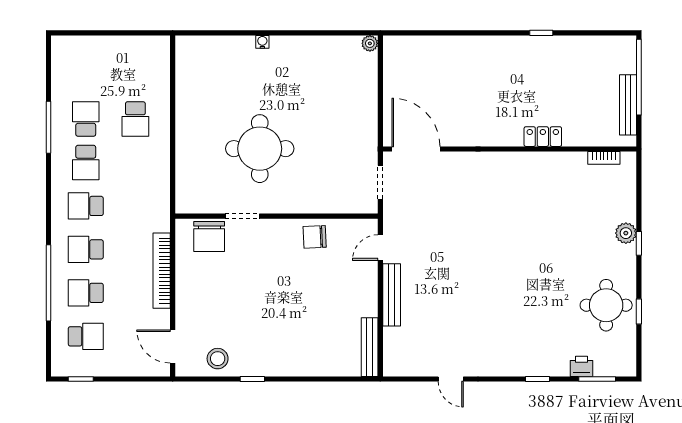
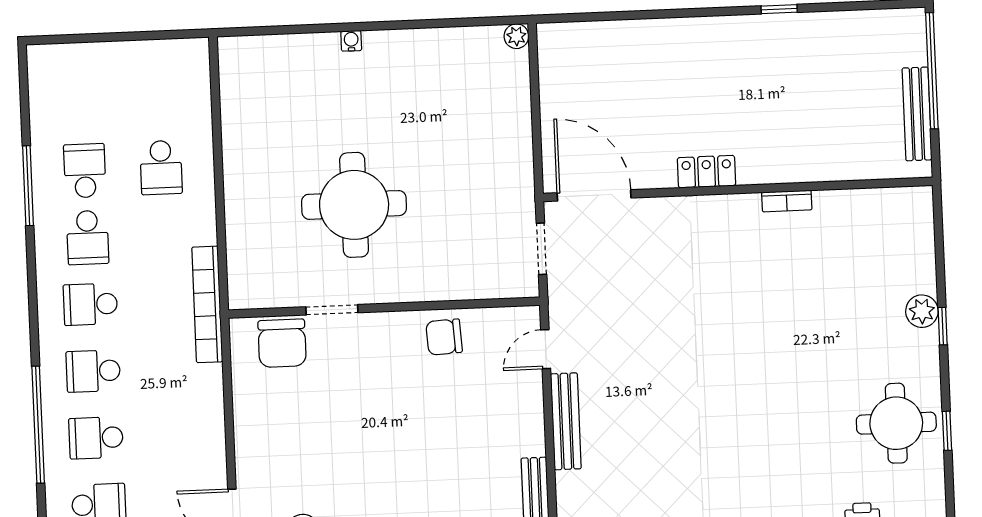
locker: (543, 137) -> (706, 172), moved
bookcase: (604, 158) -> (787, 201), moved
bookcase: (162, 271) -> (207, 304), moved

